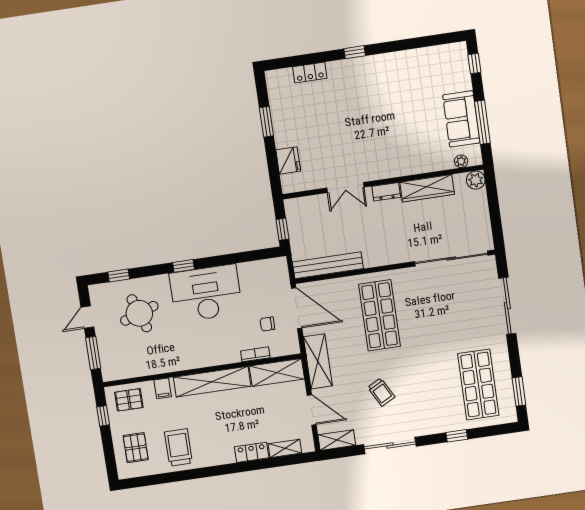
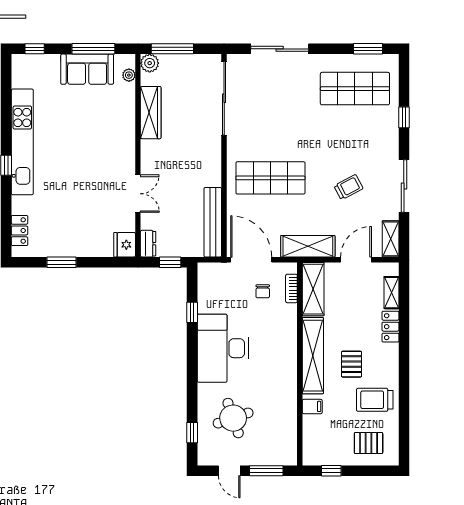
kitchen unit: (380, 65) -> (22, 142), added
locker: (310, 73) -> (19, 230), moved
fridge: (288, 160) -> (125, 245), moved, turned -90
dresser: (386, 192) -> (148, 244), moved
window: (493, 200) -> (172, 49), added
window: (184, 266) -> (192, 312), moved
door: (297, 308) -> (251, 260), hinge flipped
bookcase: (255, 354) -> (291, 288), moved
pallet: (129, 400) -> (351, 364), moved

